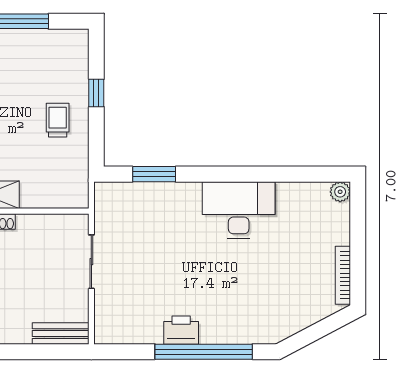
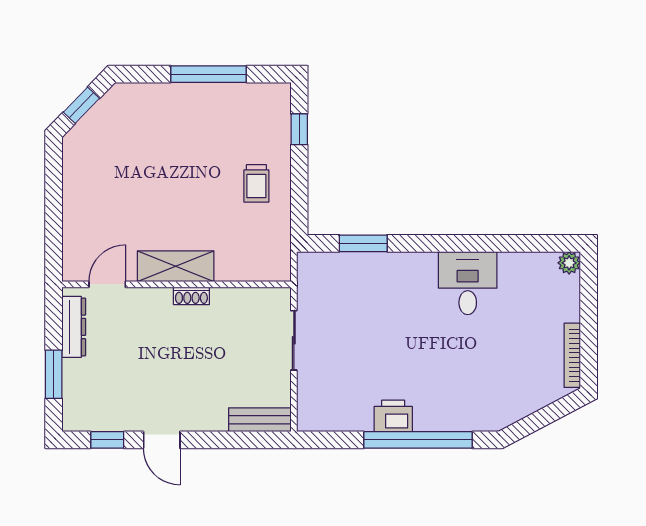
window: (96, 93) -> (299, 129), moved
trolley: (58, 120) -> (256, 183), turned 180
desk: (239, 210) -> (468, 283), width x0.73

